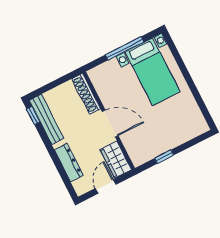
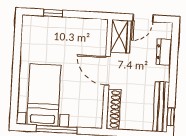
window: (164, 157) -> (53, 13), moved
dresser: (69, 163) -> (164, 52), width x0.70

